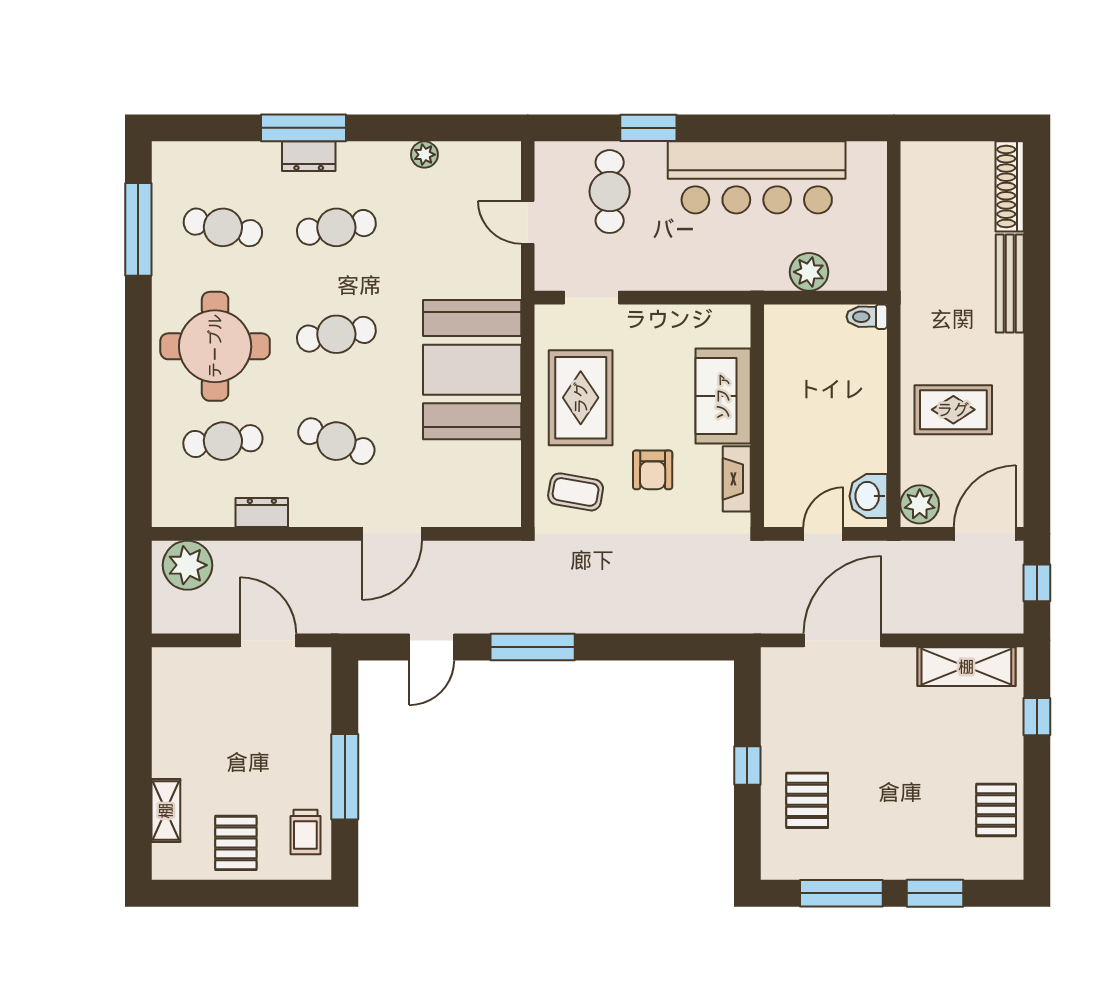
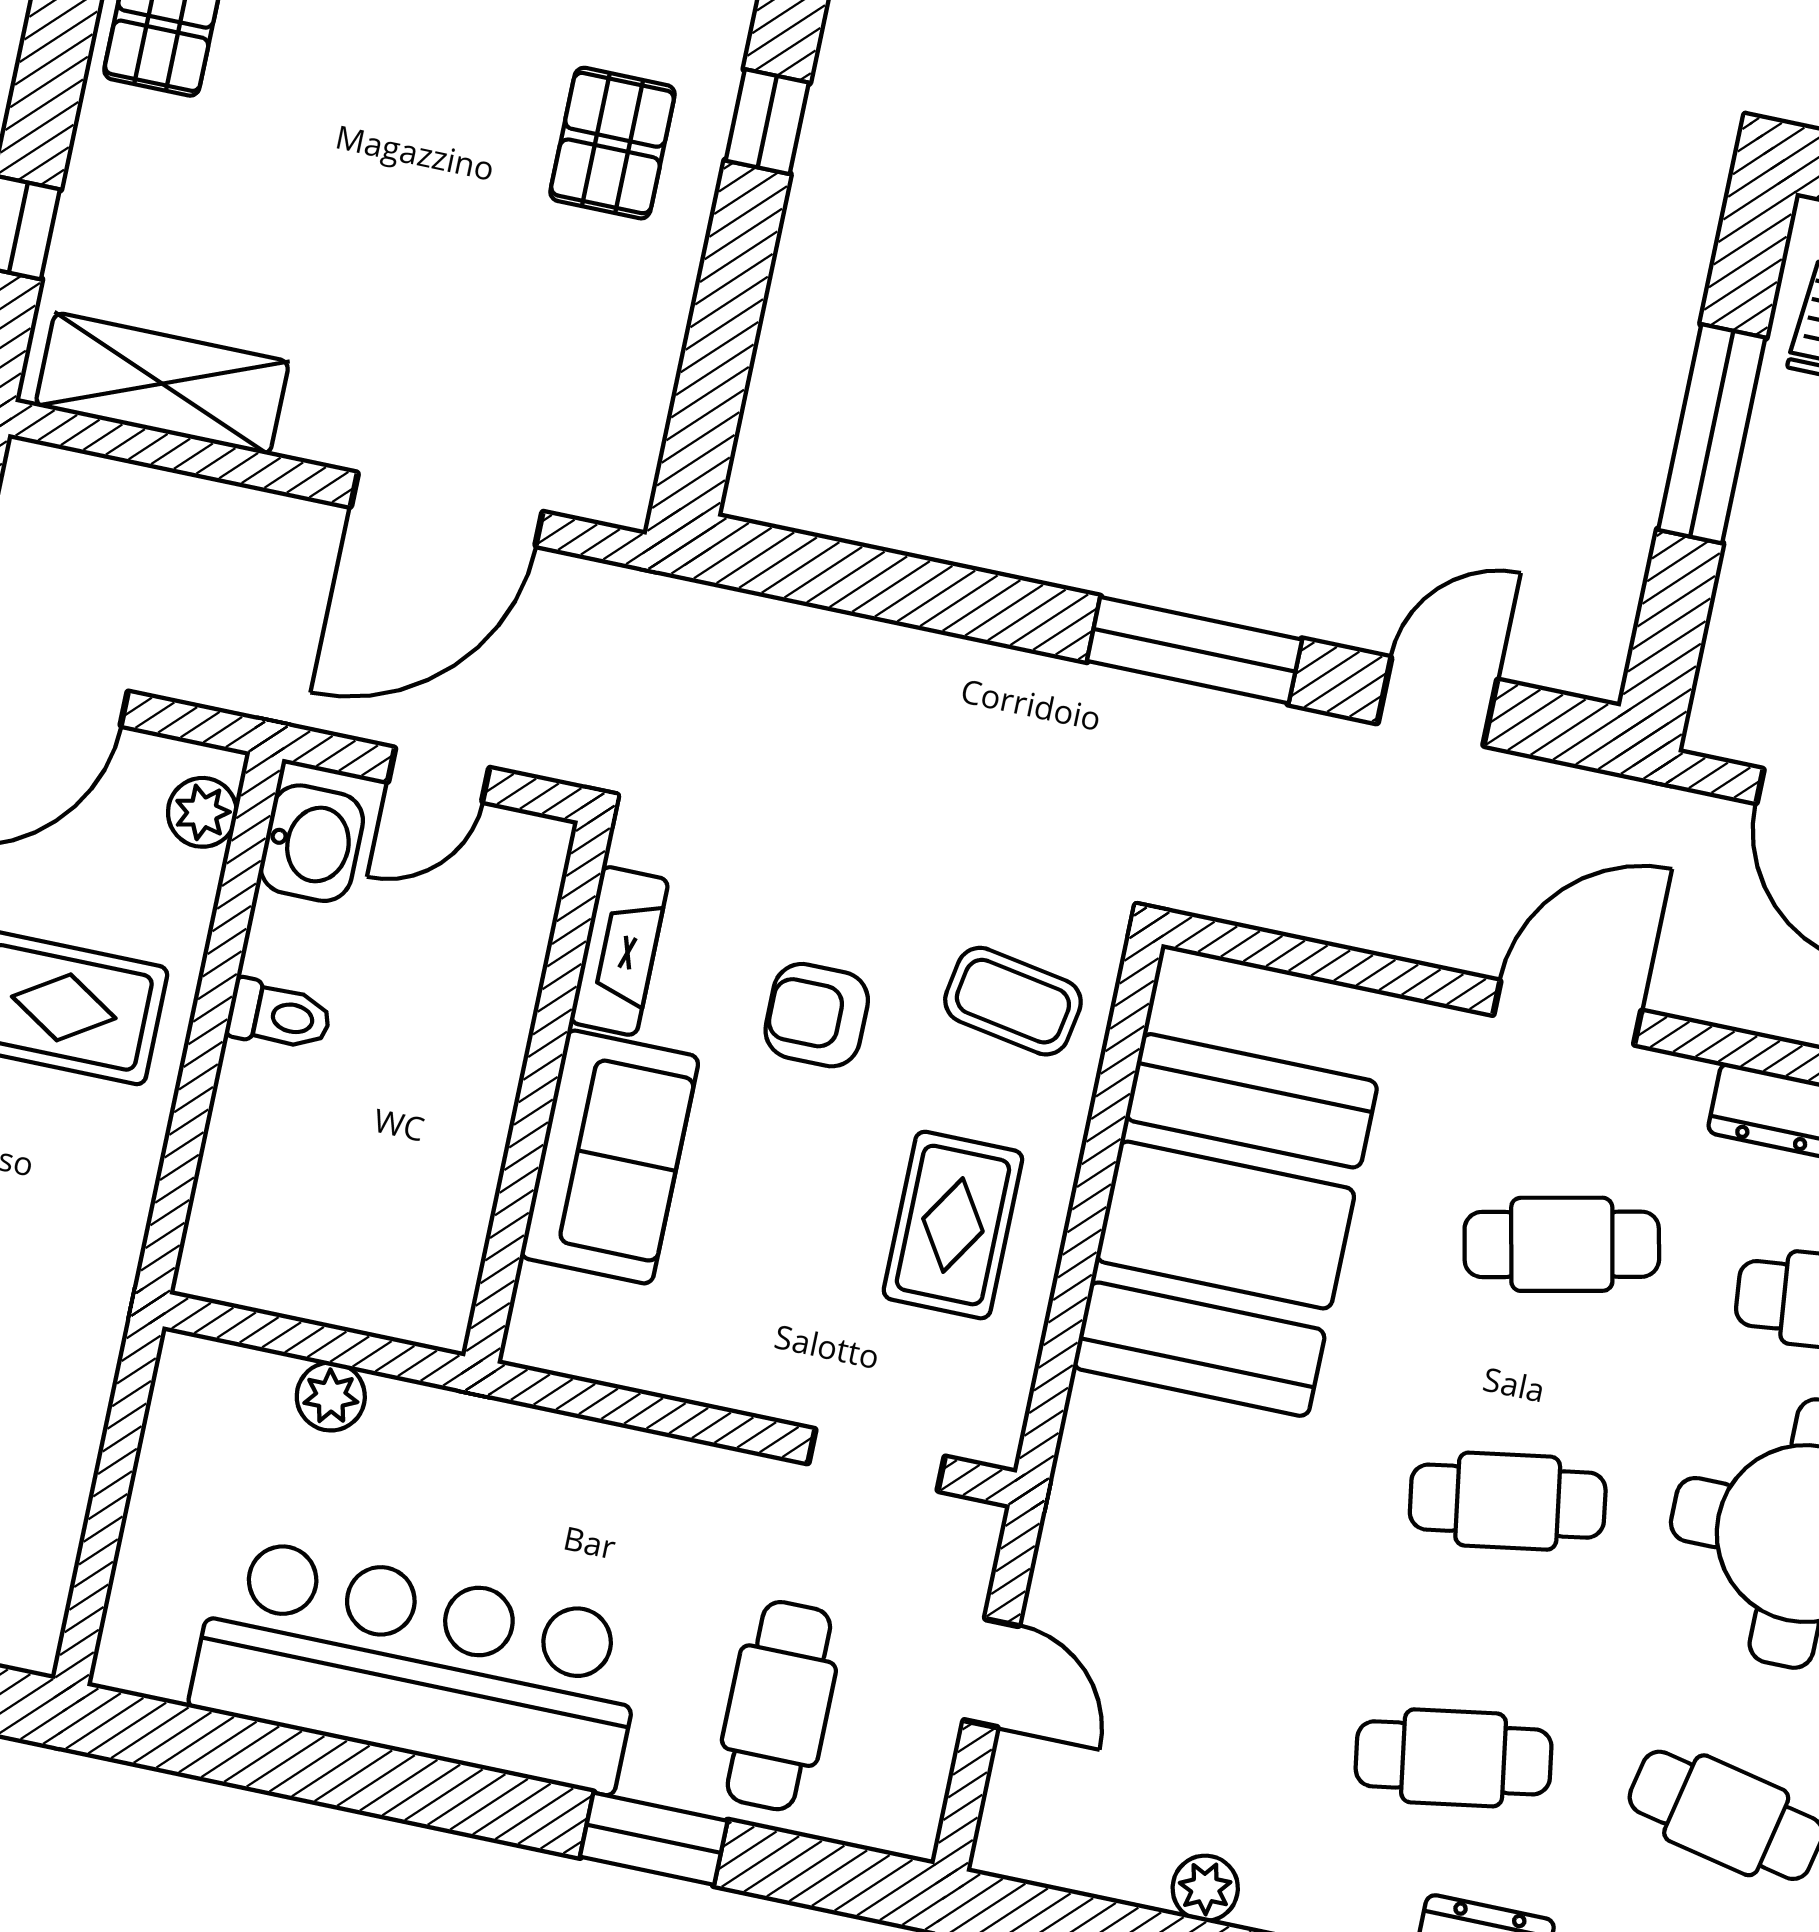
plant: (809, 272) -> (331, 1396), width x0.73, depth x0.73
toilet: (867, 317) -> (279, 1015), moved
booth: (472, 370) -> (1225, 1225), moved
rug: (581, 398) -> (953, 1225), width x0.73, depth x0.70
cafe table: (336, 441) -> (1562, 1244), turned -33
armchair: (653, 470) -> (817, 1015), turned -90
plant: (920, 504) -> (202, 812), width x0.73, depth x0.73
door: (392, 534) -> (1567, 1013), moved
window: (747, 766) -> (767, 122), moved

